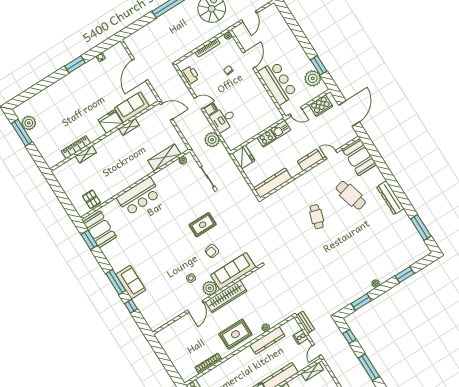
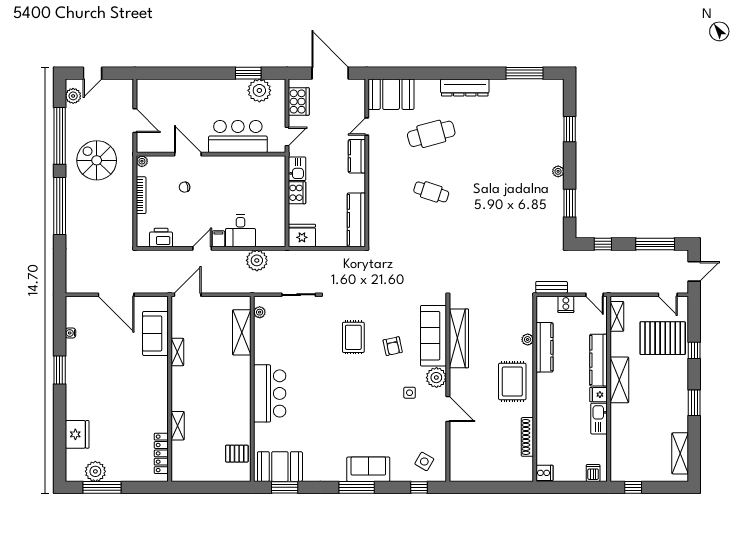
fridge: (110, 122) -> (77, 434), moved, turned 180
locker: (76, 147) -> (161, 453), moved
wardrobe: (226, 296) -> (459, 338), moved
window: (131, 306) -> (419, 487), moved
side table: (156, 312) -> (424, 461), added

